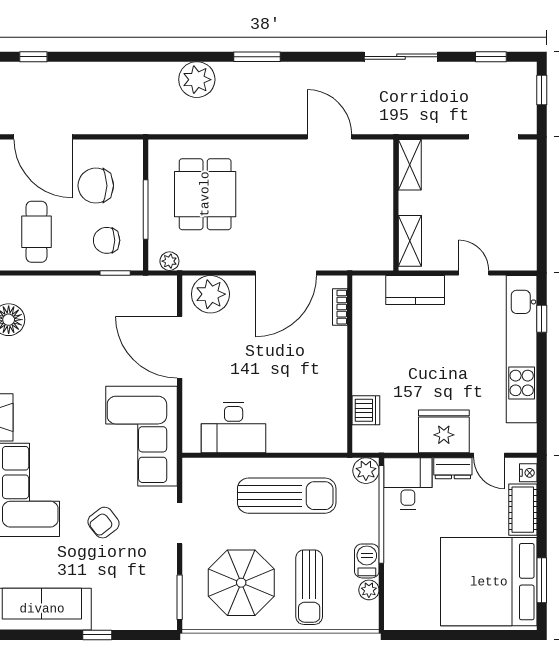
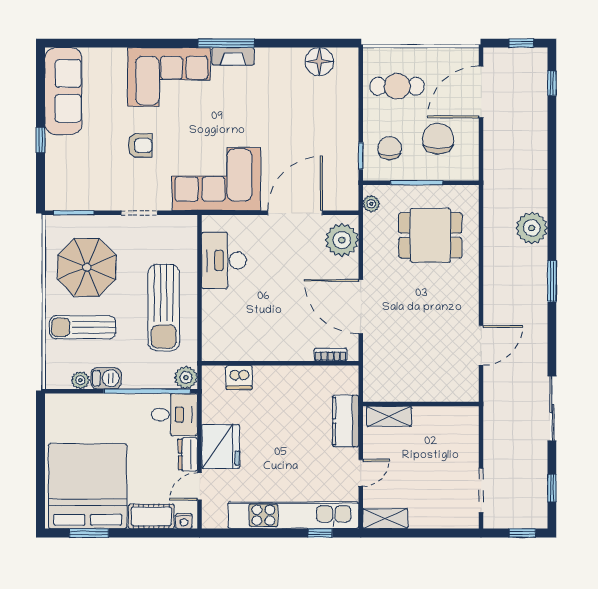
shelving: (410, 165) -> (385, 519), moved
armchair: (103, 523) -> (140, 145), turned 128

